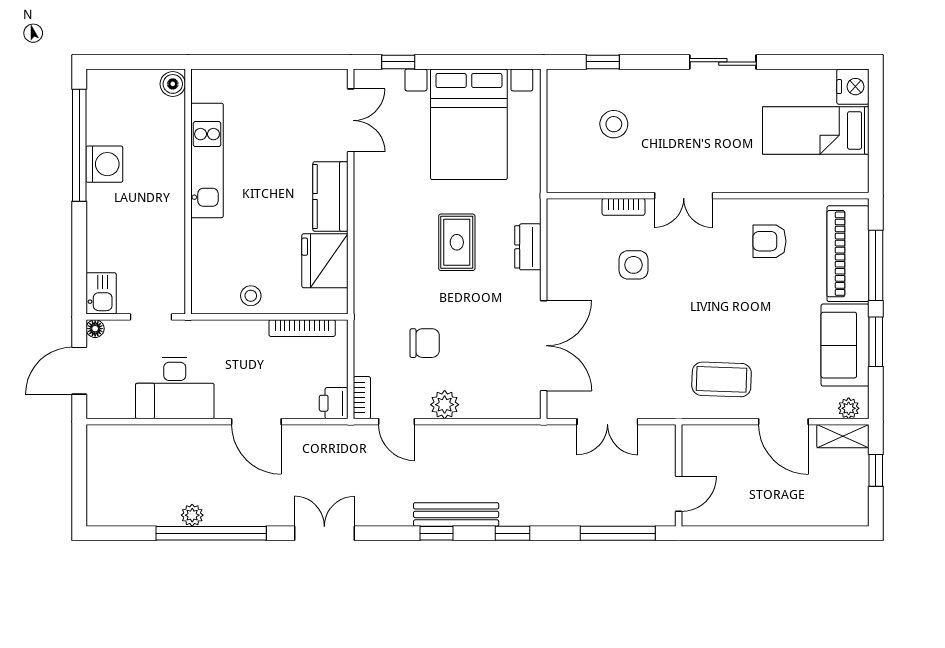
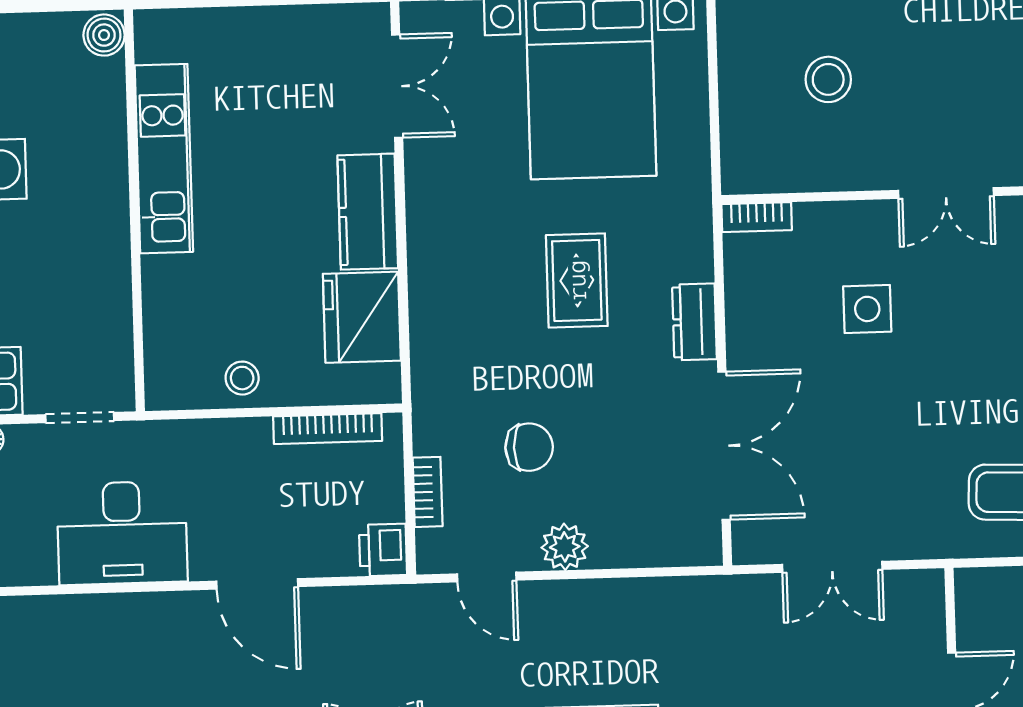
bookcase: (624, 207) -> (757, 217), moved
dresser: (528, 247) -> (695, 322), moved
bookcase: (362, 398) -> (428, 492), moved

